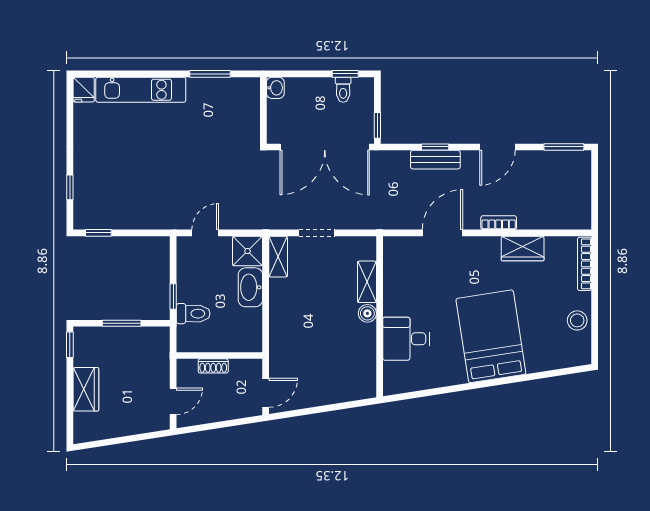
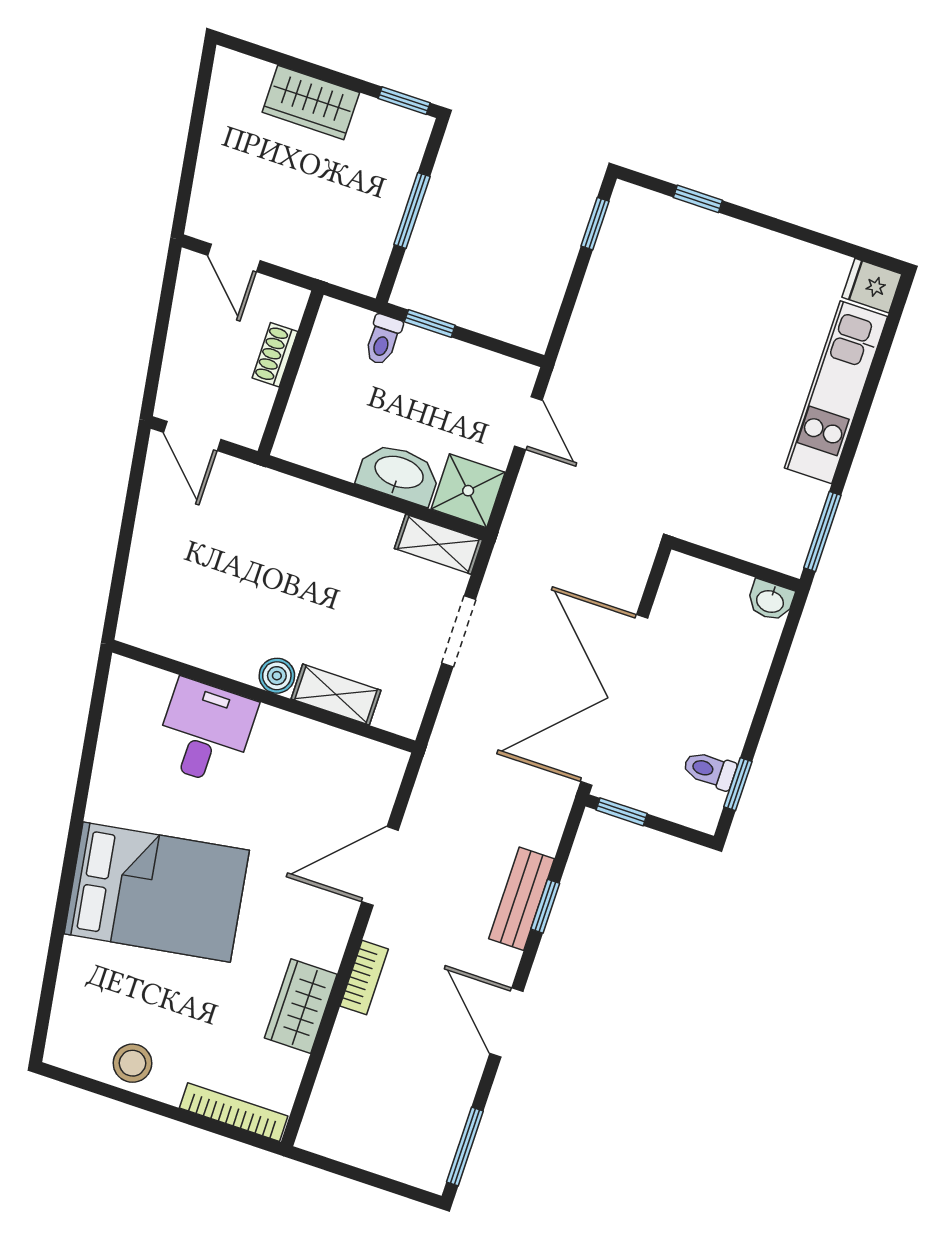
washbasin: (275, 88) -> (770, 601), moved
wall: (263, 110) -> (736, 564), moved
door: (442, 233) -> (380, 866), swing flipped
toilet: (193, 314) -> (383, 340), width x0.73, depth x0.72

